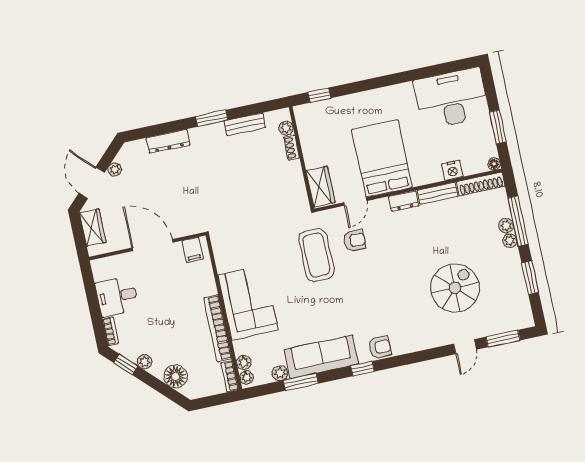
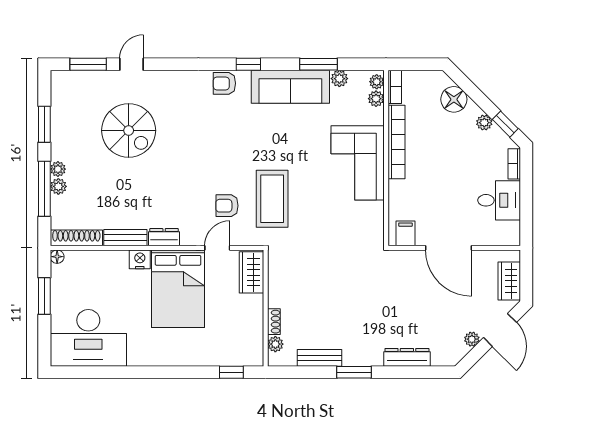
nightstand: (452, 170) -> (140, 259), moved
spiral stairs: (455, 288) -> (129, 130), turned -90

